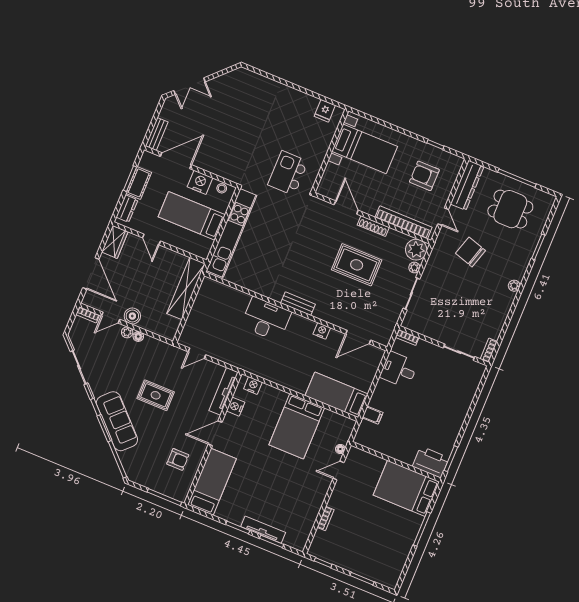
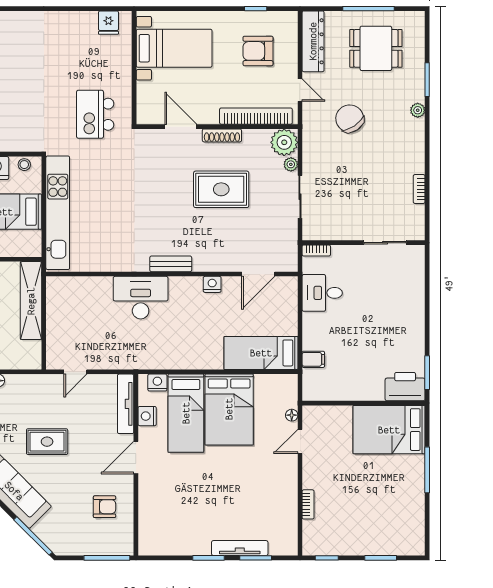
chair: (471, 252) -> (350, 119), turned 39
plant: (514, 286) -> (418, 110), moved
bookcase: (489, 350) -> (419, 189), moved
bed: (212, 482) -> (186, 413), moved, turned 180

